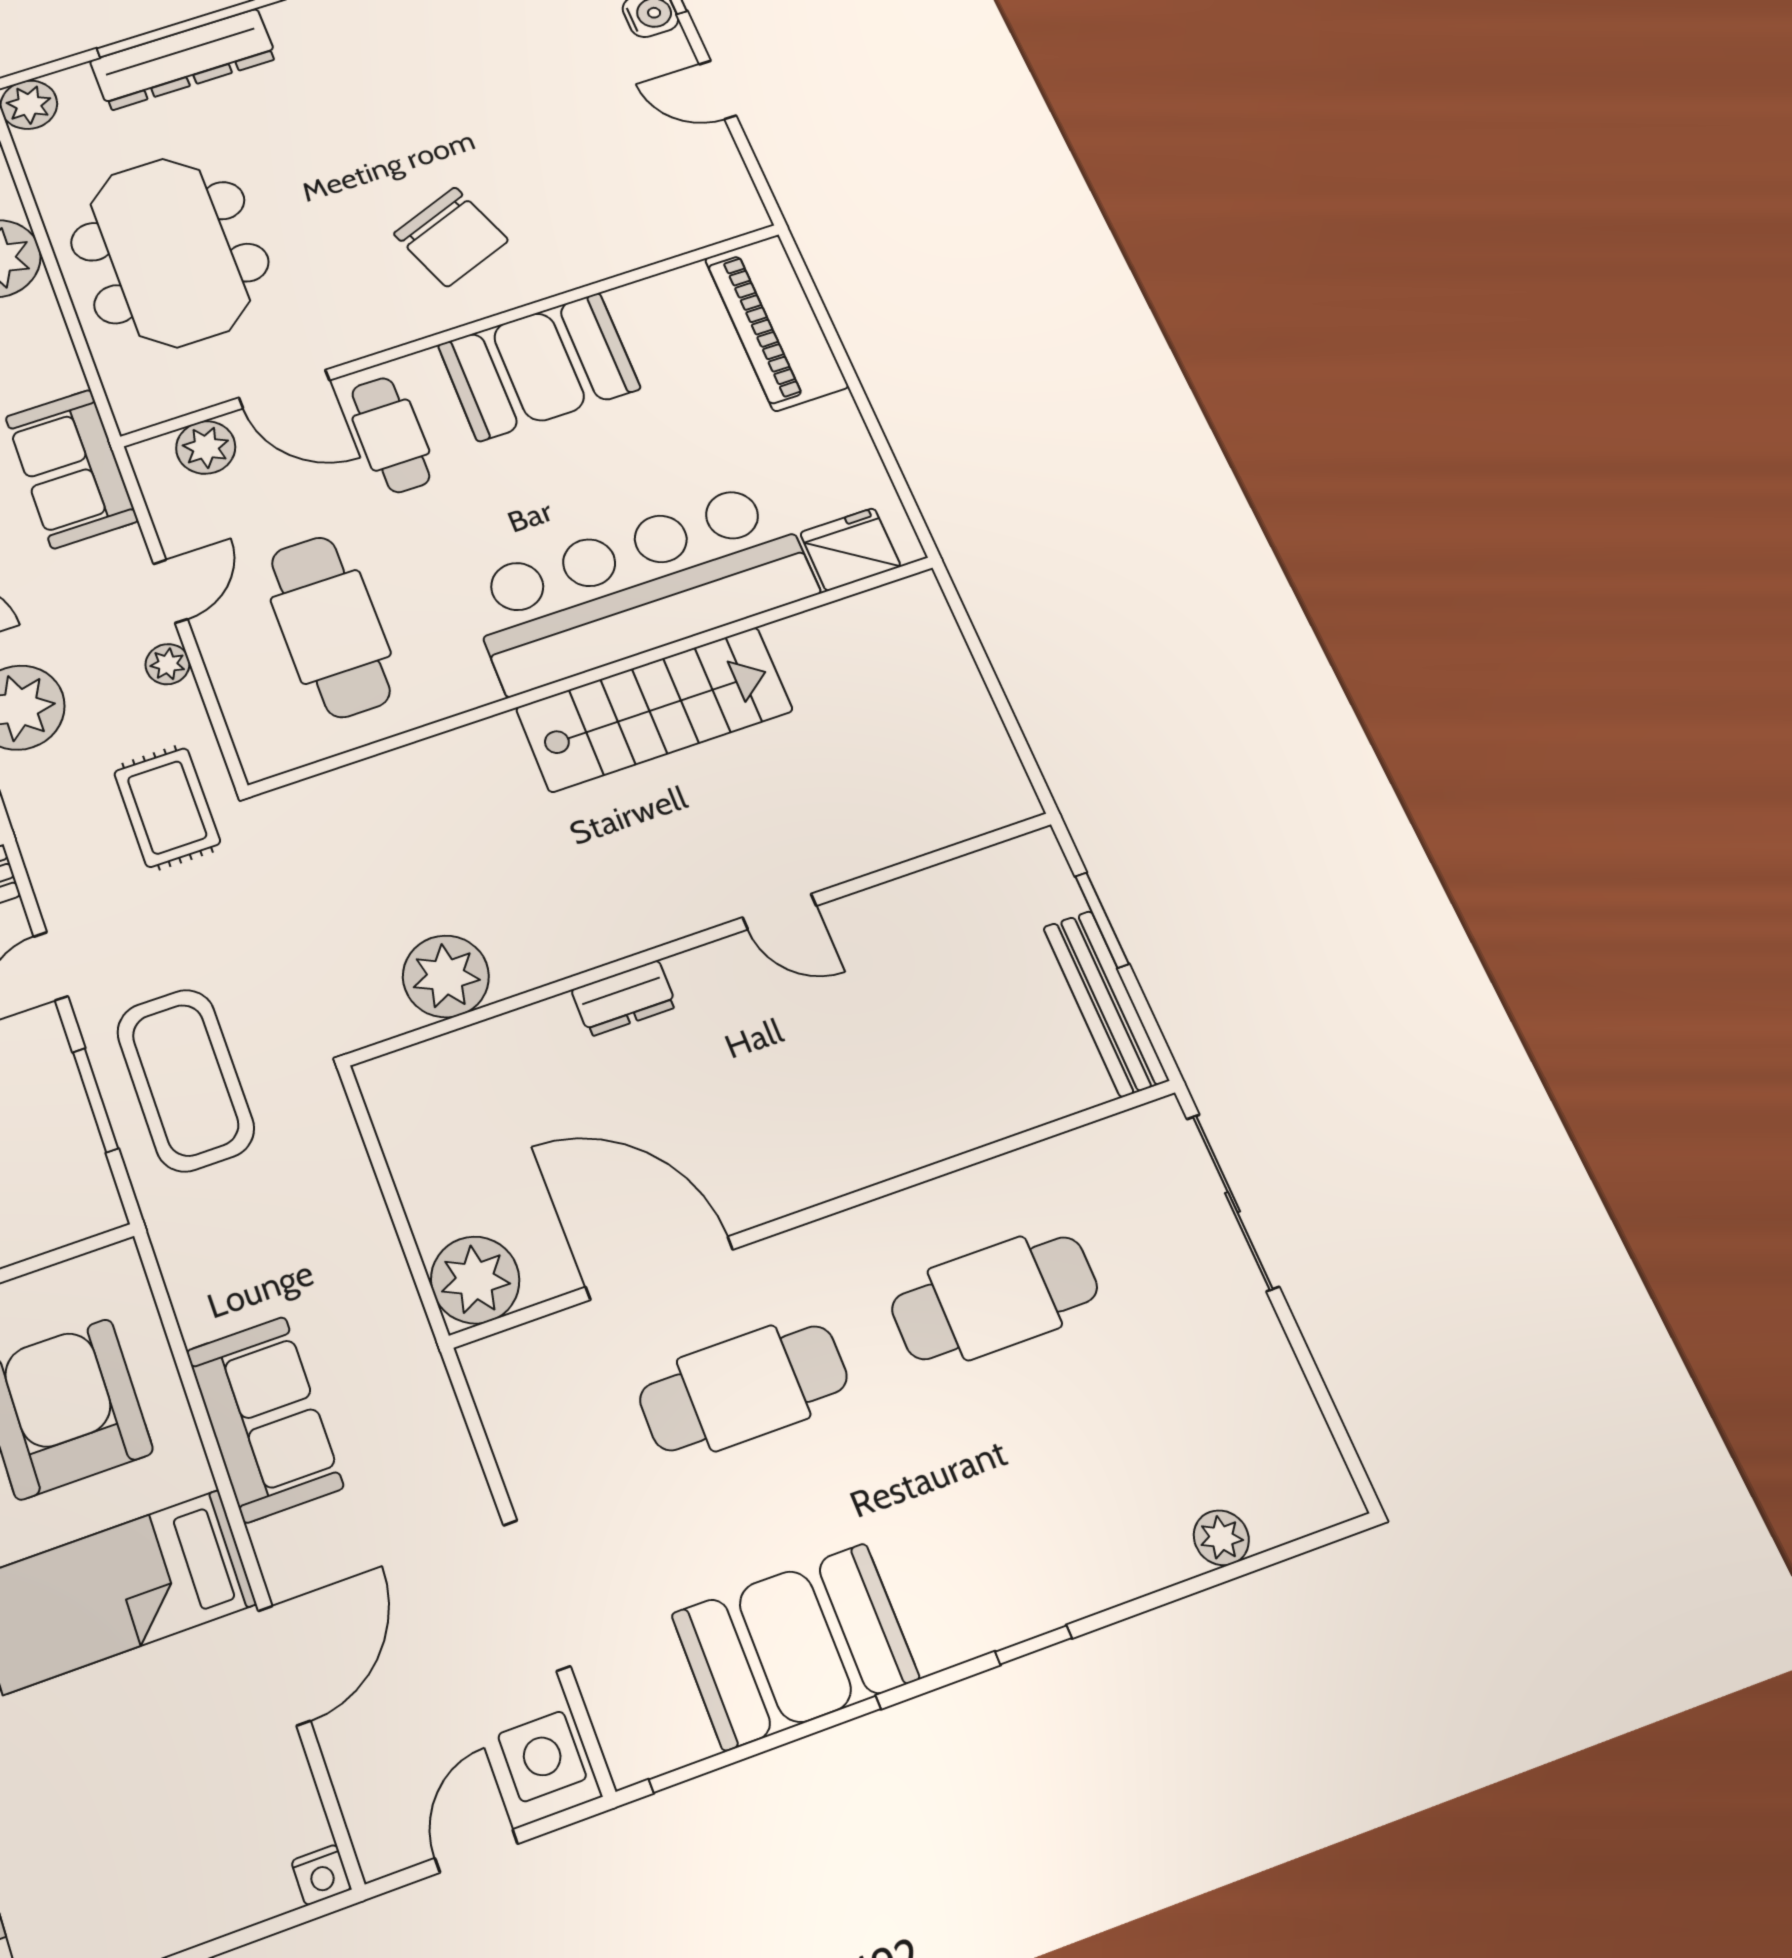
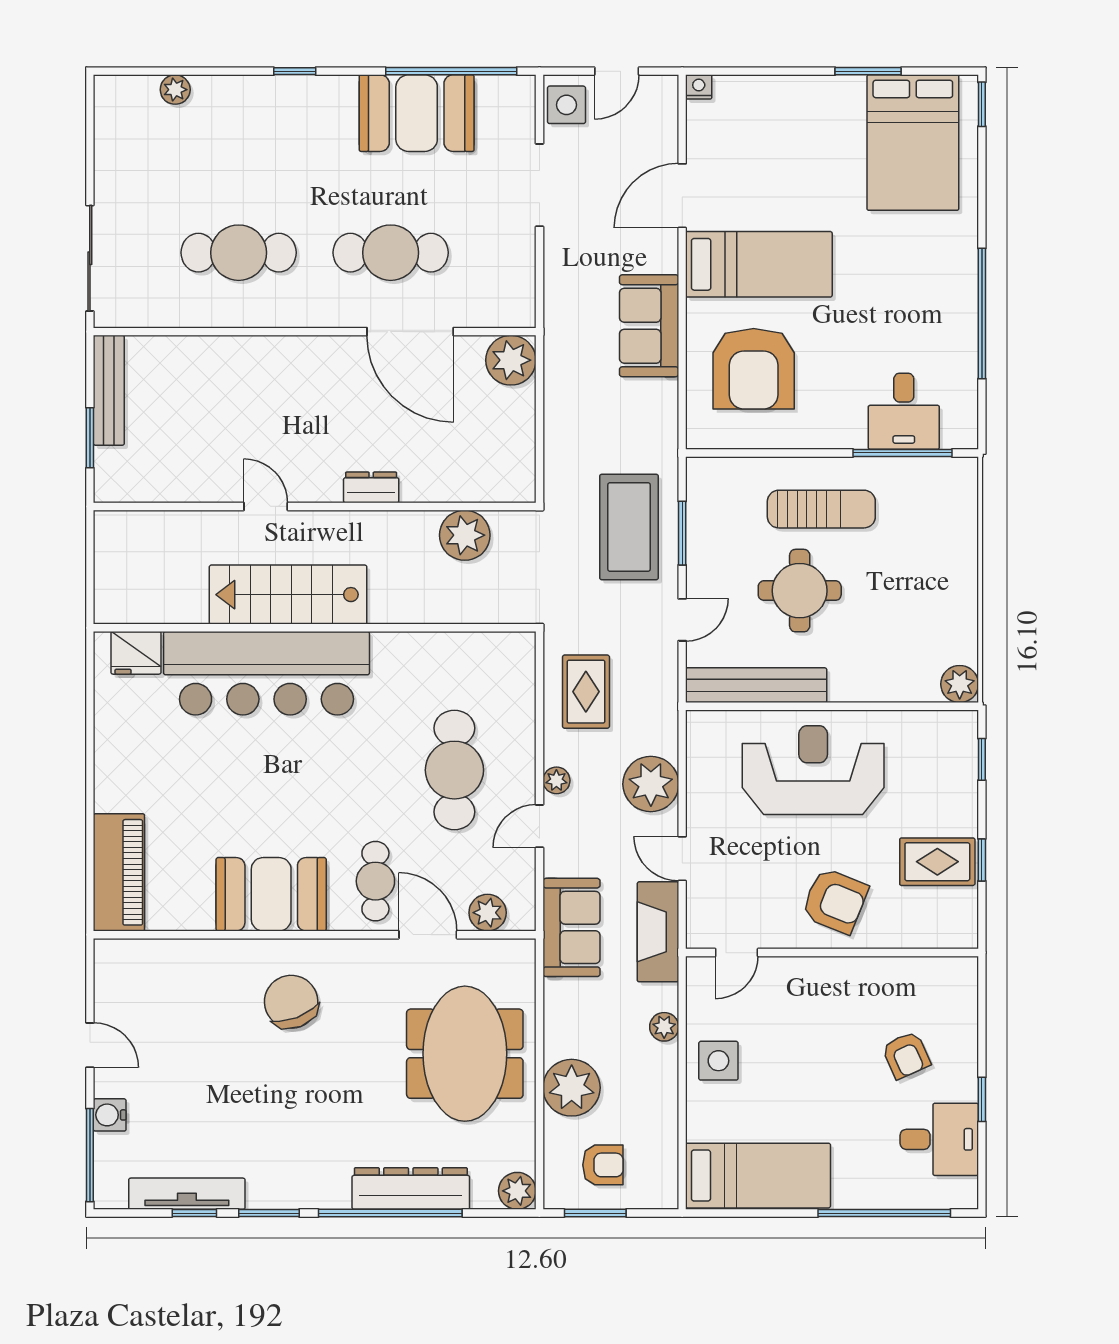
fridge: (850, 549) -> (136, 653), moved
bar counter: (640, 587) -> (266, 673), moved
wall: (593, 676) -> (315, 628), moved
stairs: (654, 709) -> (288, 595), moved

